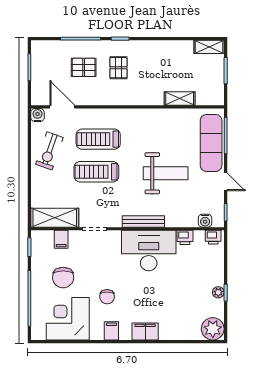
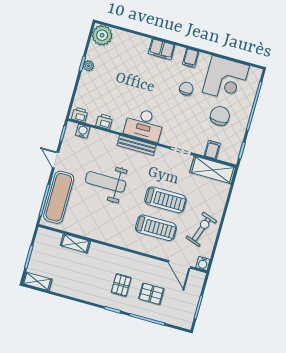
desk: (149, 251) -> (144, 125), width x0.73, depth x0.77

